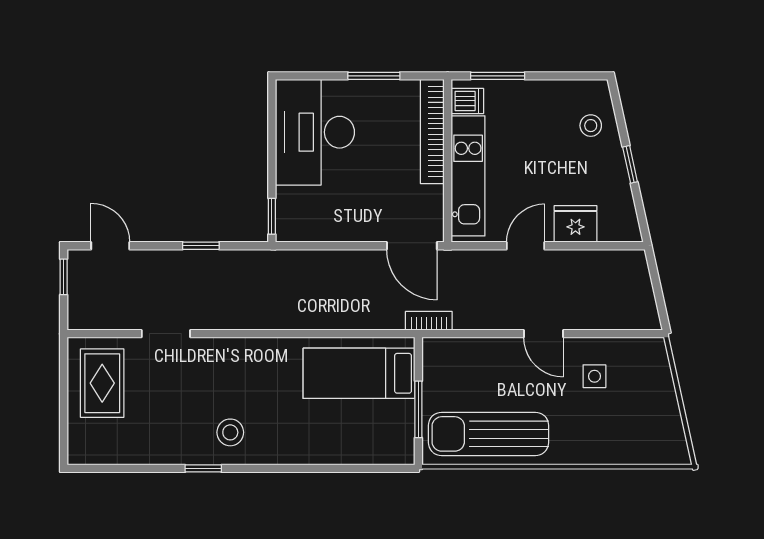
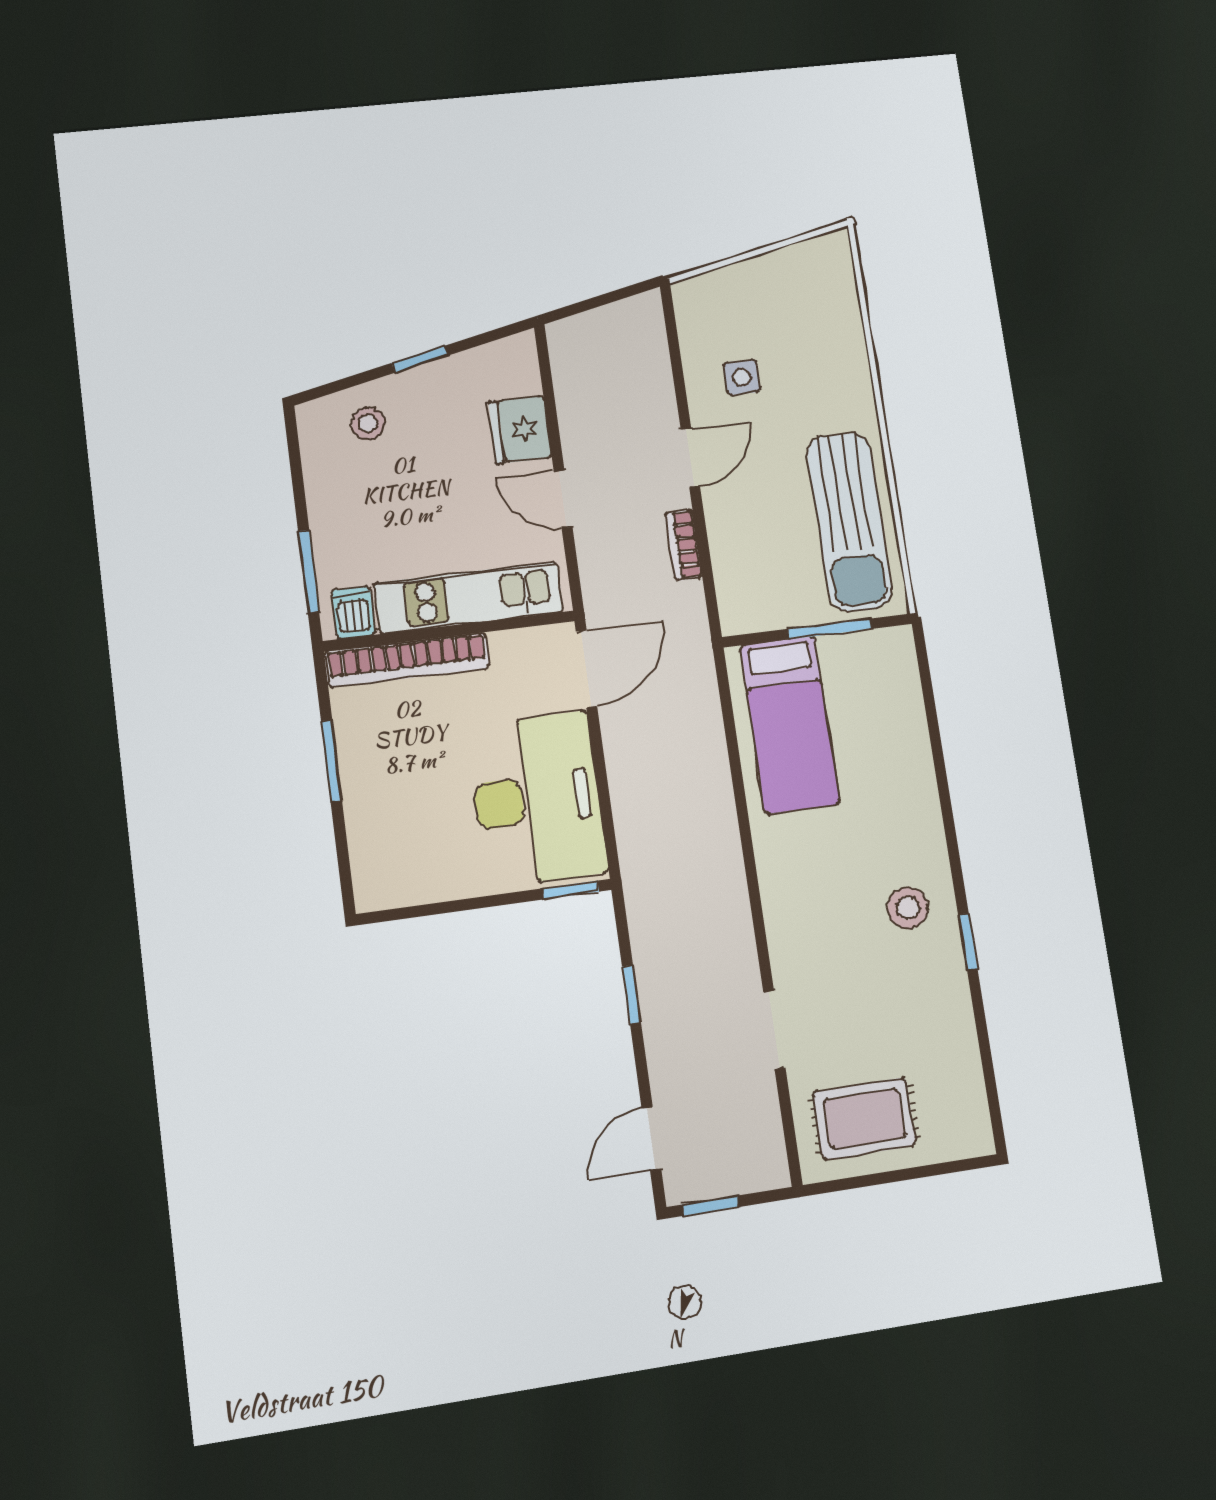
desk: (315, 132) -> (537, 799), moved, turned -90
bookcase: (429, 321) -> (684, 545), moved

